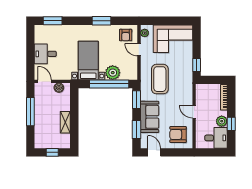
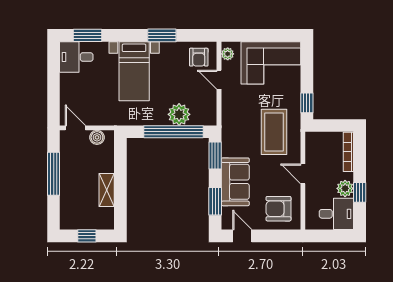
desk: (45, 54) -> (76, 57), moved
bed with nightstands: (88, 60) -> (134, 71), moved, turned 180
coffee table: (160, 79) -> (274, 132), moved

